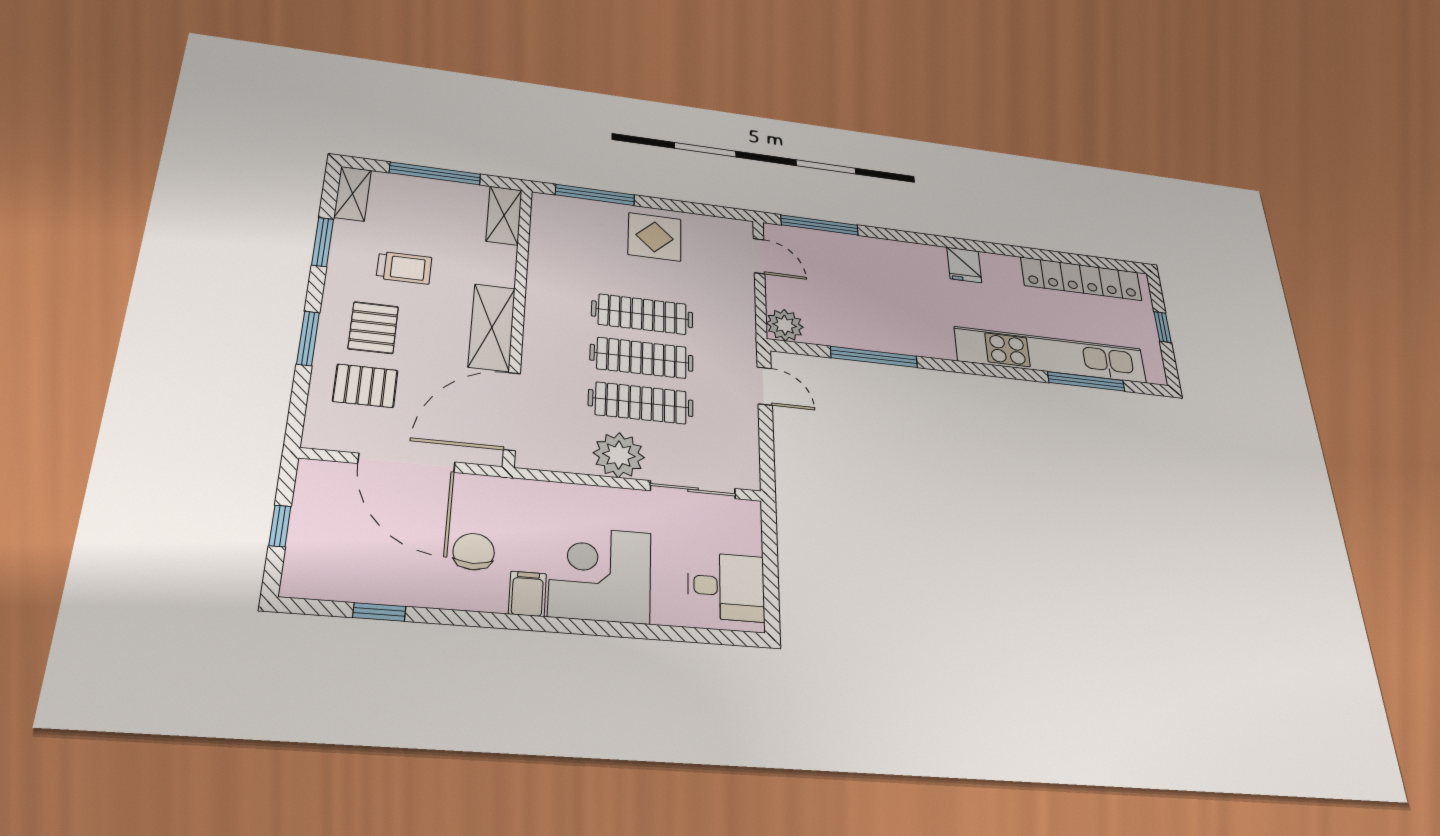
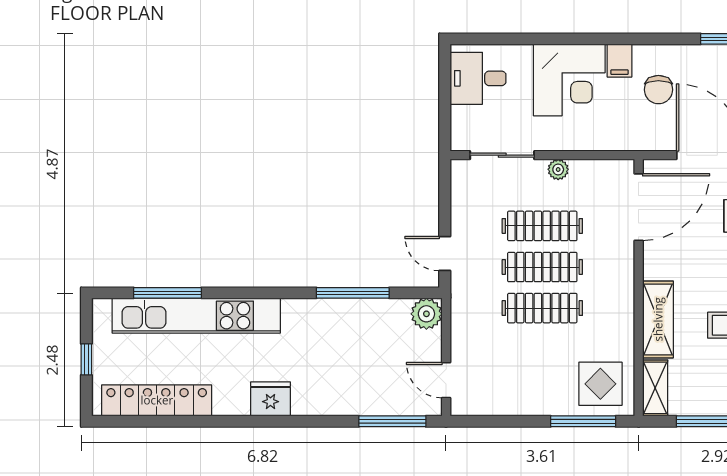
display table: (655, 237) -> (600, 384), moved
fridge: (964, 265) -> (270, 399), width x1.38
shelving: (492, 327) -> (658, 319), moved
plant: (619, 455) -> (558, 169), width x0.53, depth x0.53

